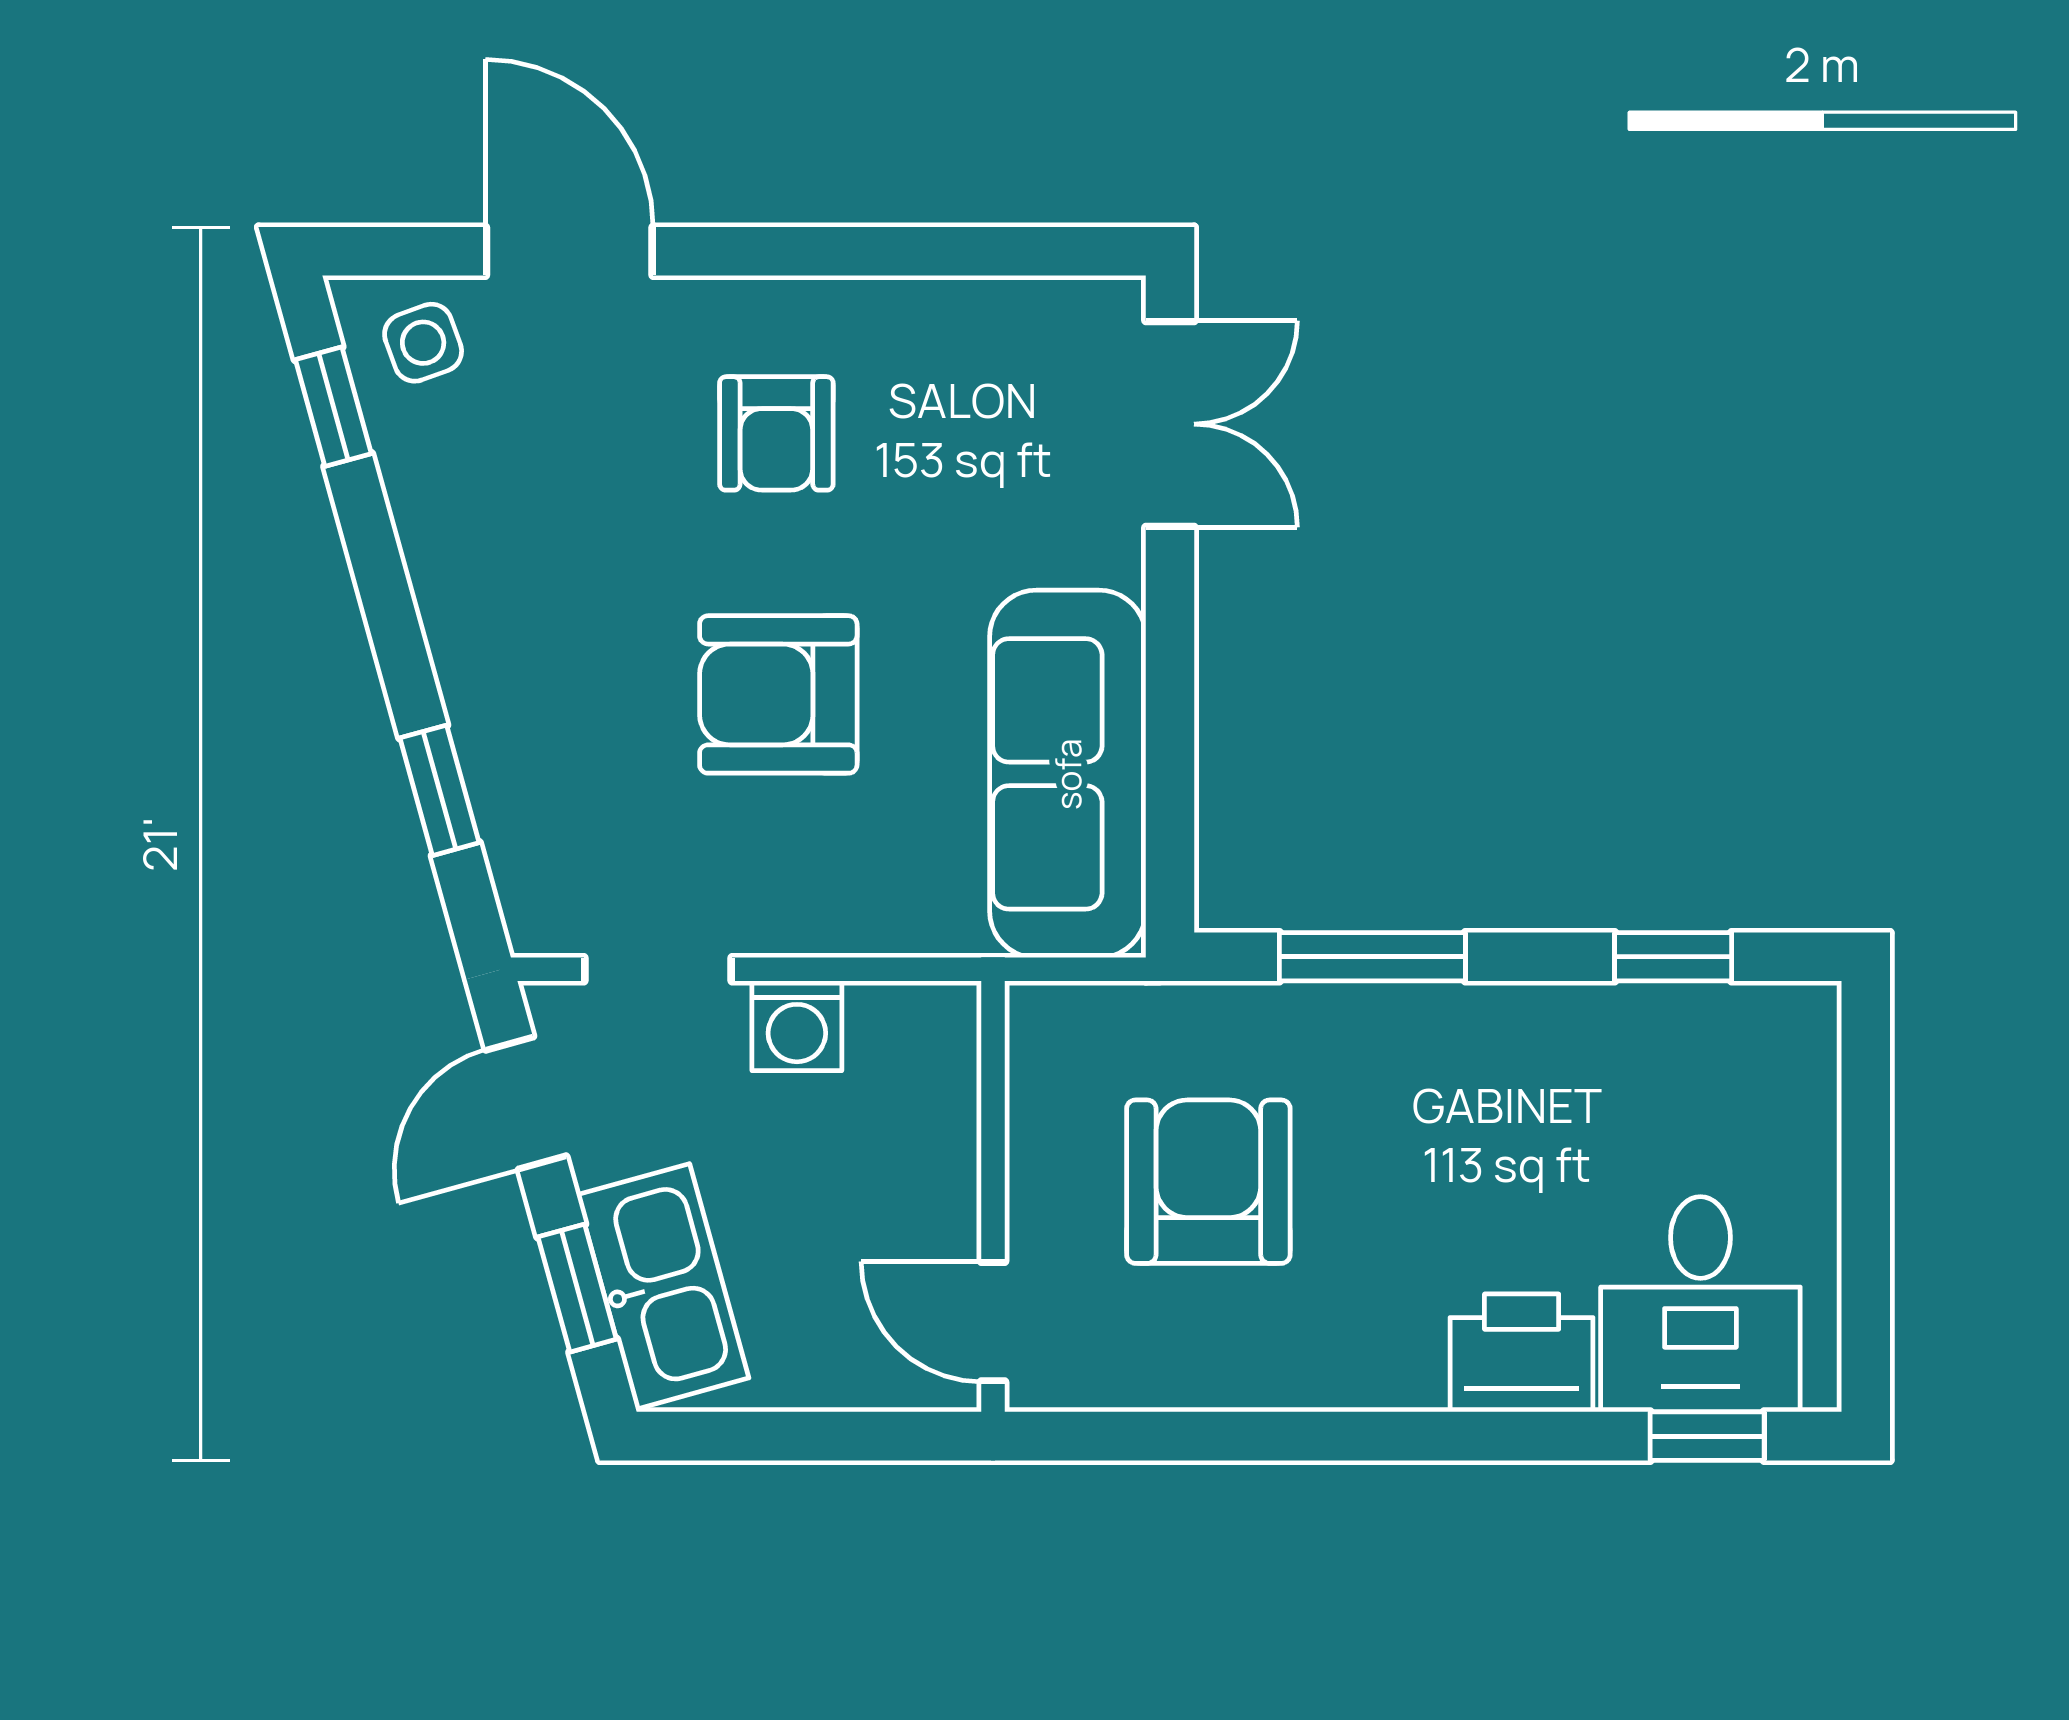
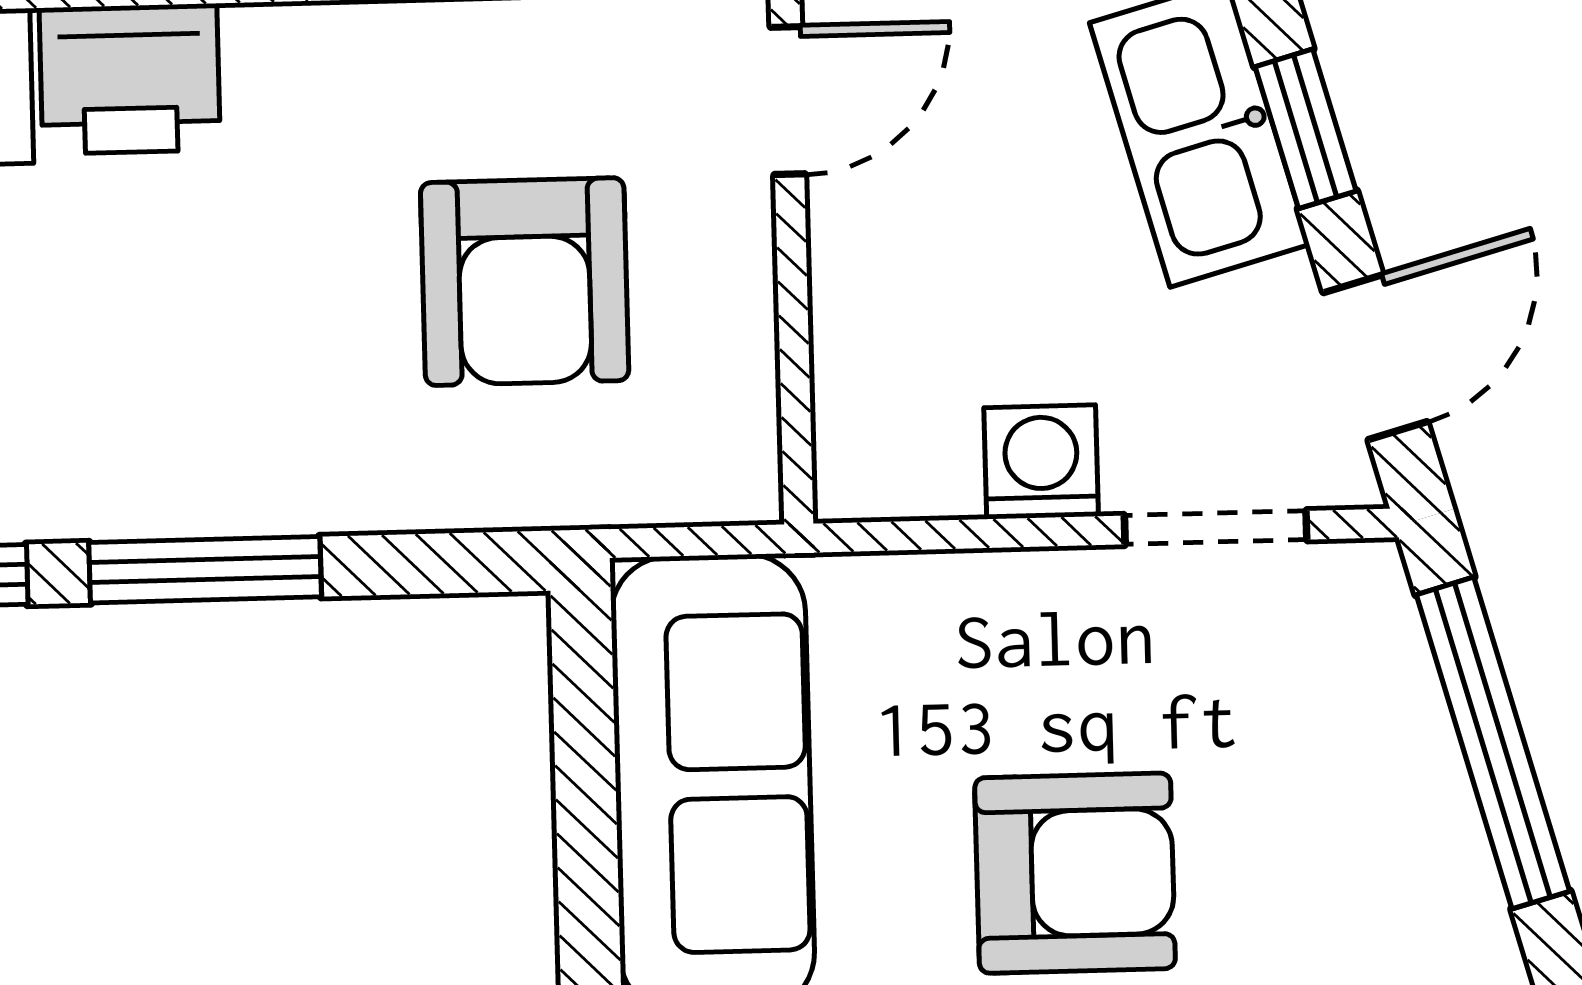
window: (440, 790) -> (1493, 743), width x2.17
window: (1372, 957) -> (205, 570), moved
door: (993, 1322) -> (788, 101), hinge flipped

